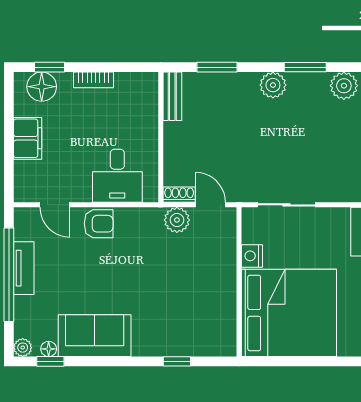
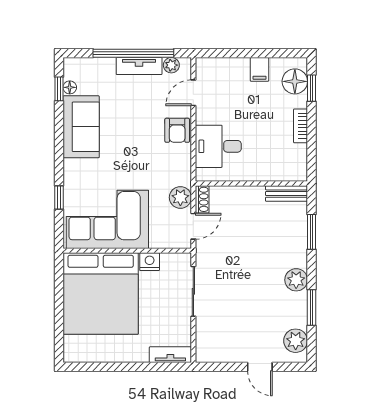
filing cabinet: (28, 138) -> (260, 69), width x0.50
corner sofa: (202, 305) -> (107, 219), added
plant: (23, 348) -> (171, 65), moved

